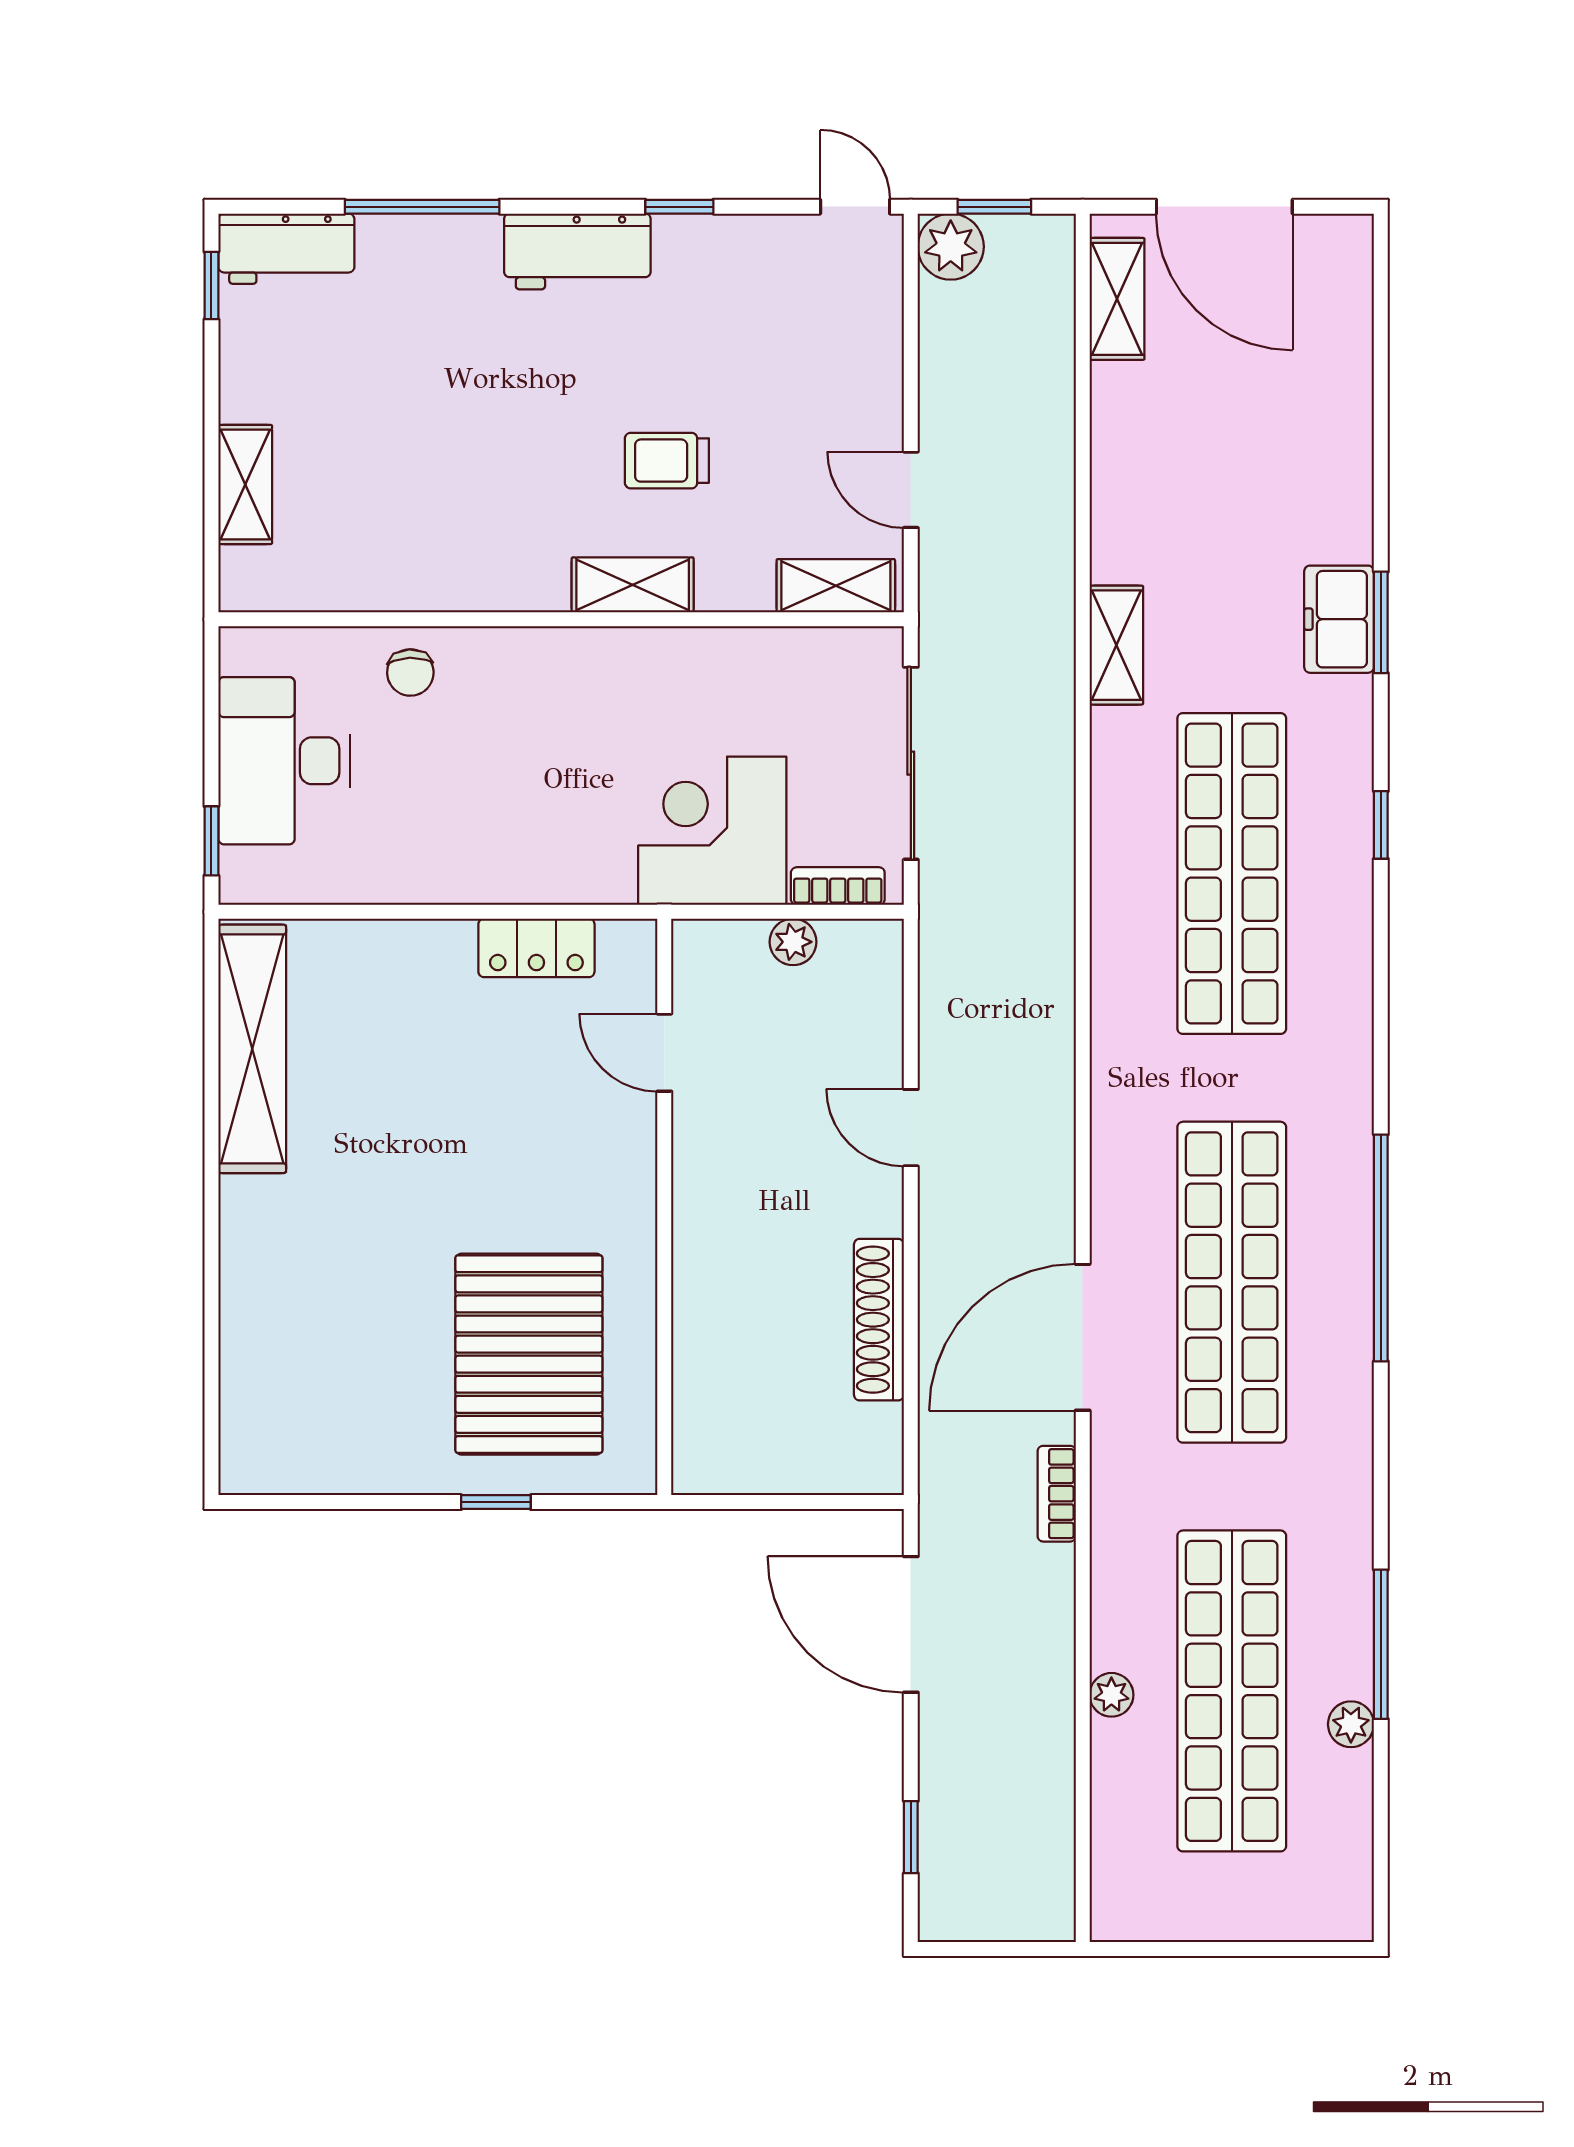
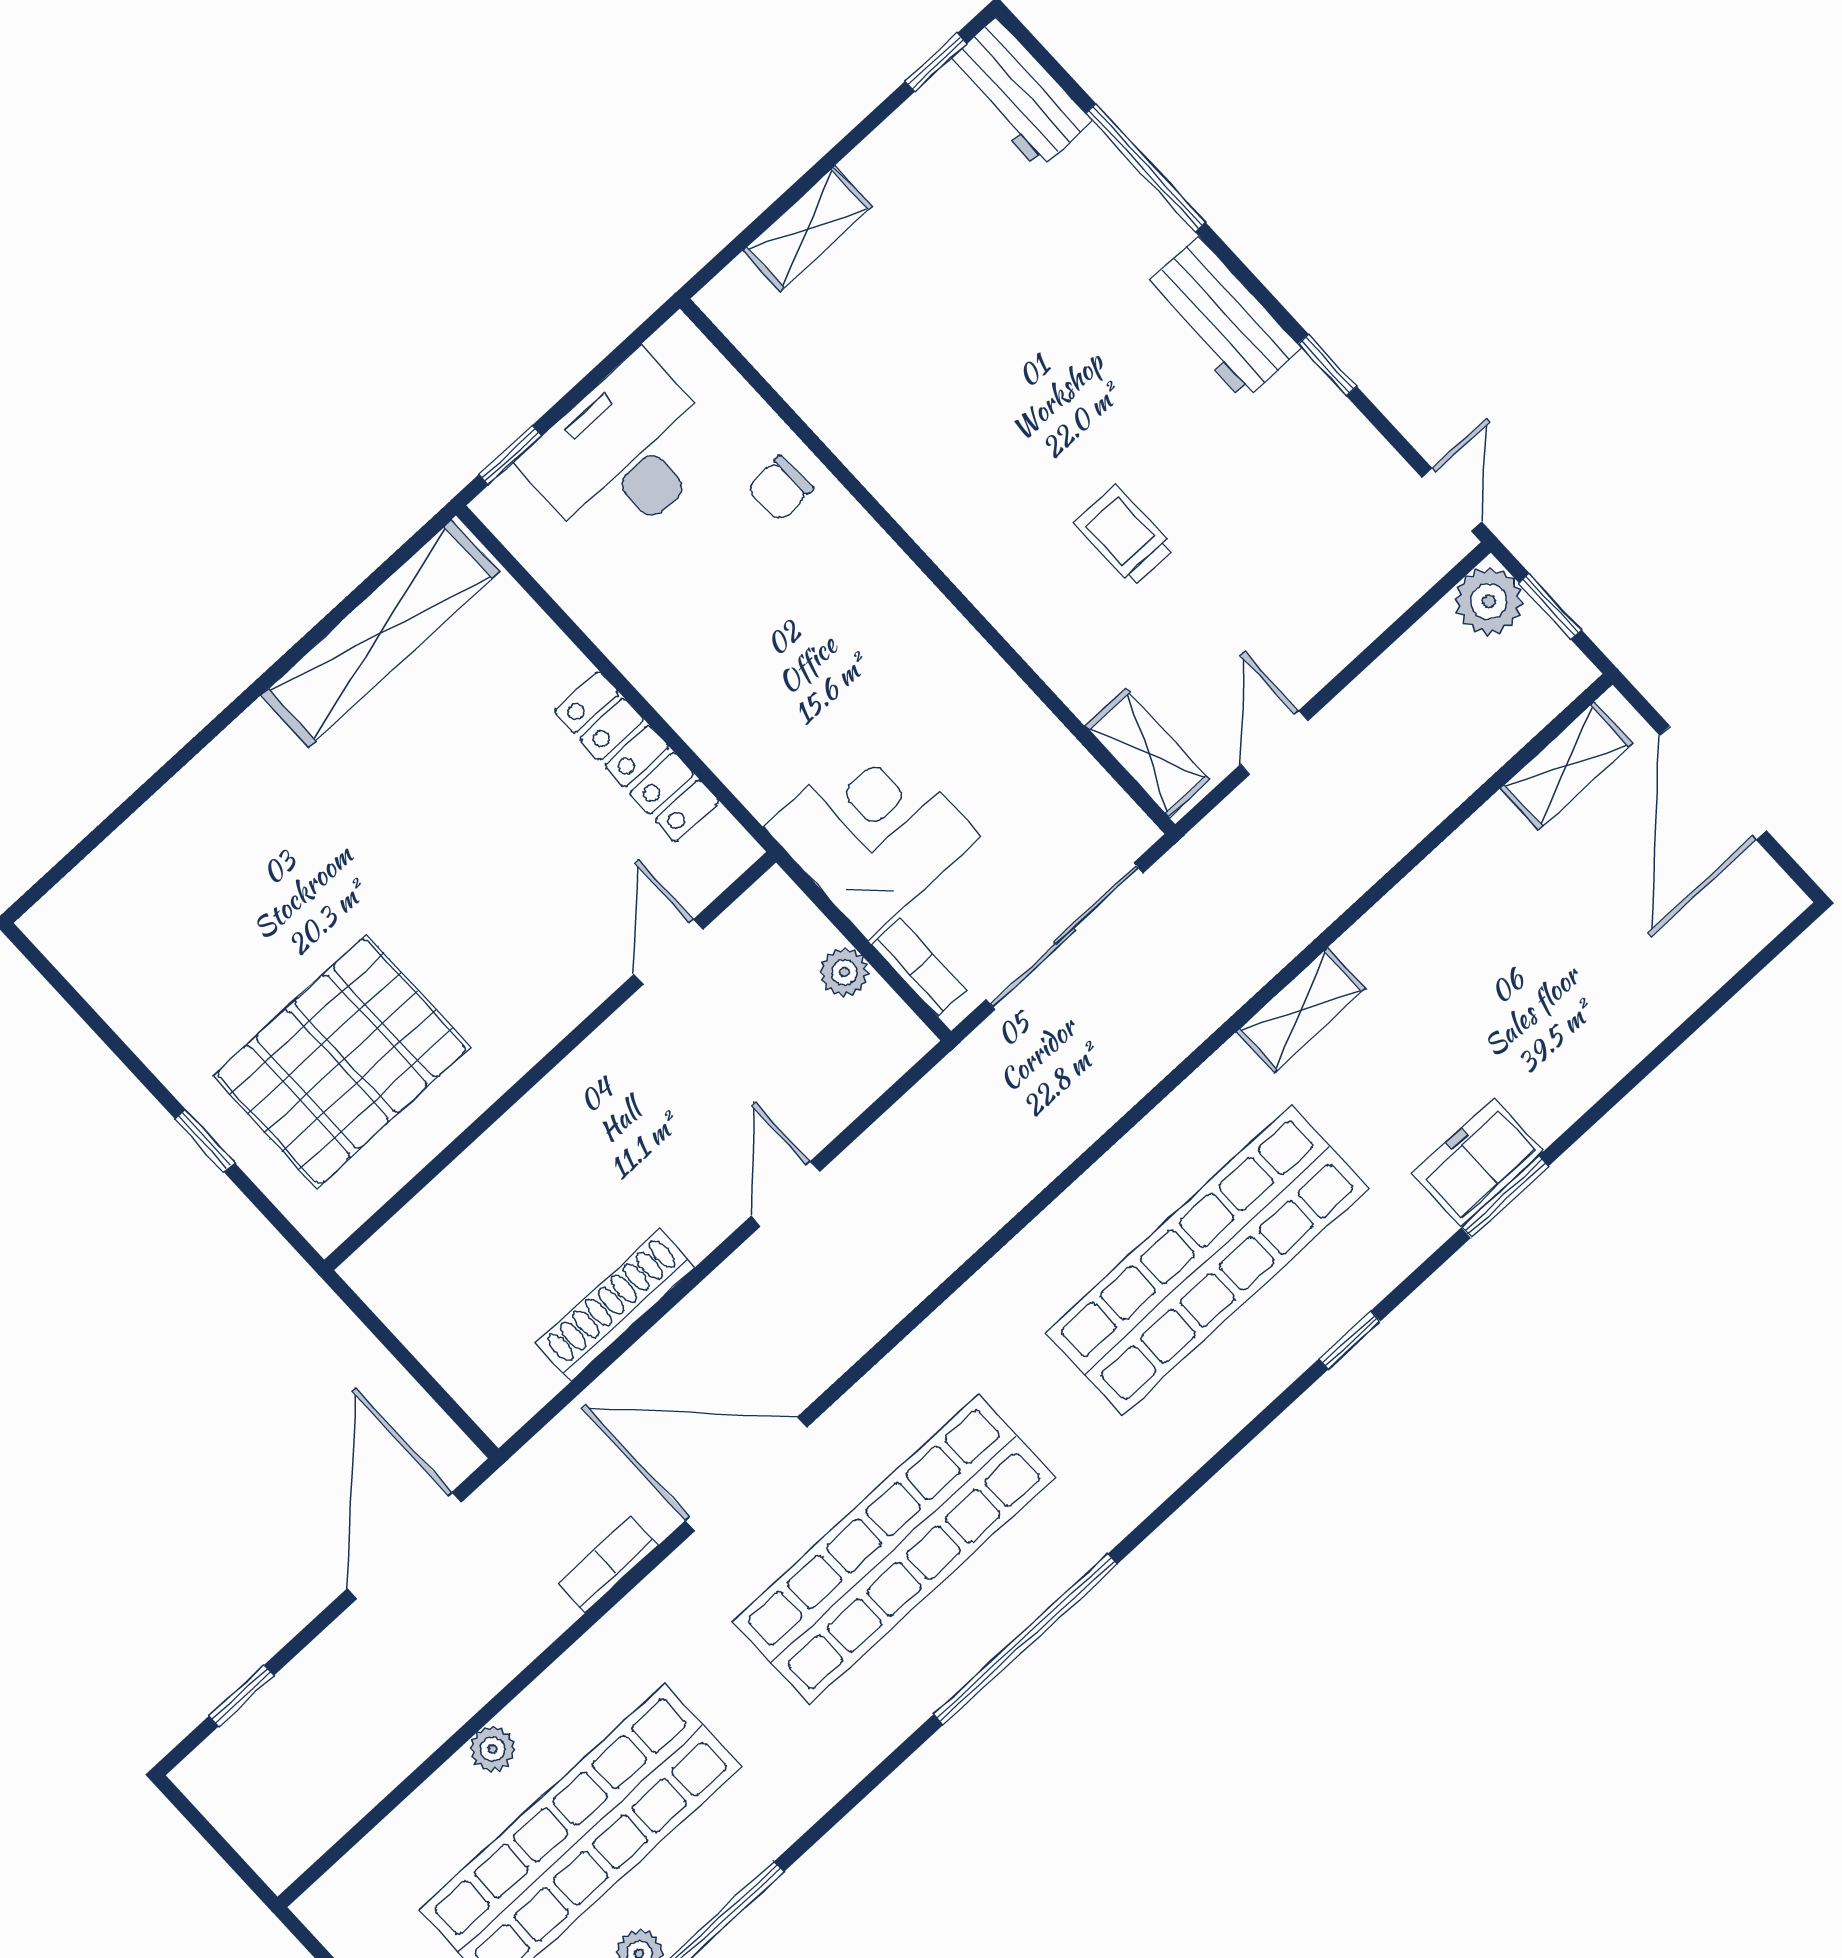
shelving: (633, 585) -> (1004, 597), removed
locker: (536, 948) -> (637, 756), width x1.53

